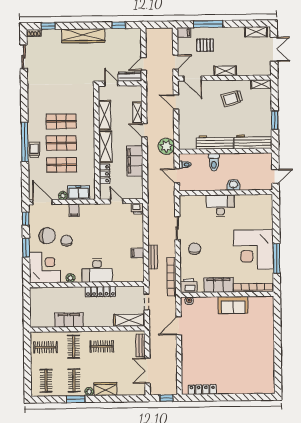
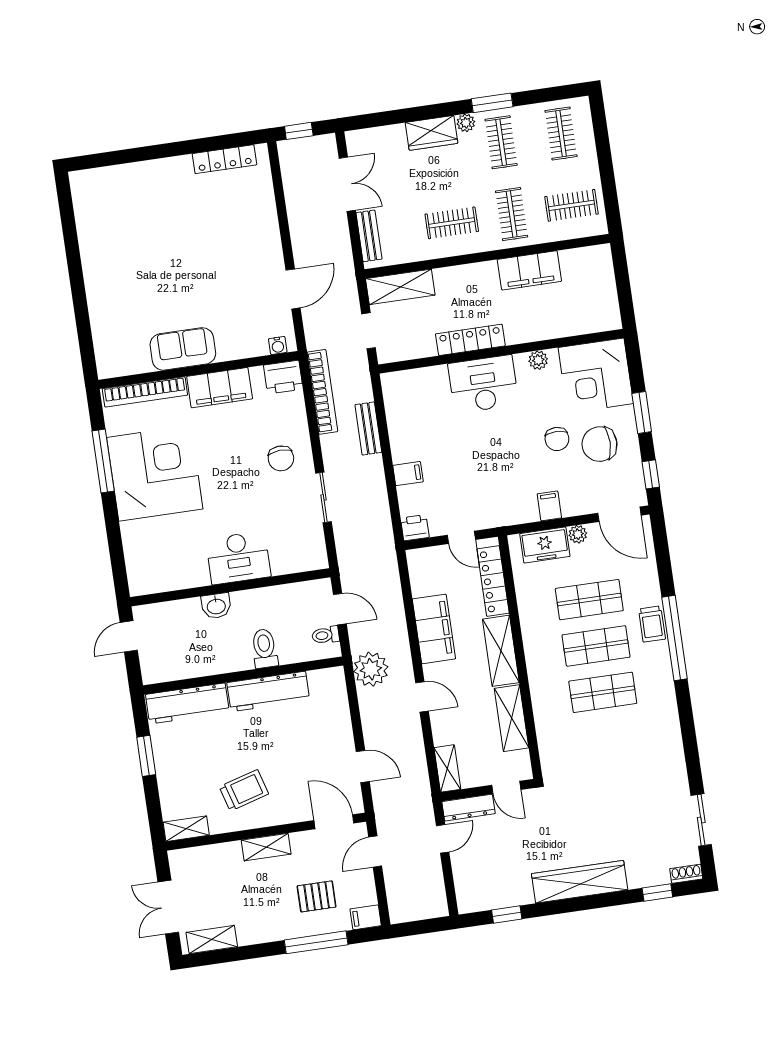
shelving: (137, 112) -> (447, 768), moved
locker: (105, 174) -> (493, 581), width x1.53
filing cabinet: (137, 253) -> (408, 474), moved

